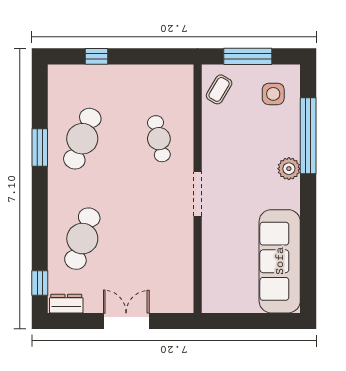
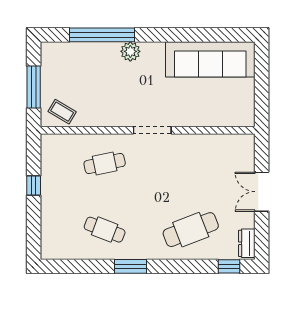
window: (97, 56) -> (34, 186), moved
side table: (273, 94) -> (66, 65), removed
cafe table: (82, 139) -> (105, 230), width x0.73, depth x0.74
window: (40, 147) -> (130, 266), moved
cafe table: (82, 239) -> (191, 230), turned -39

